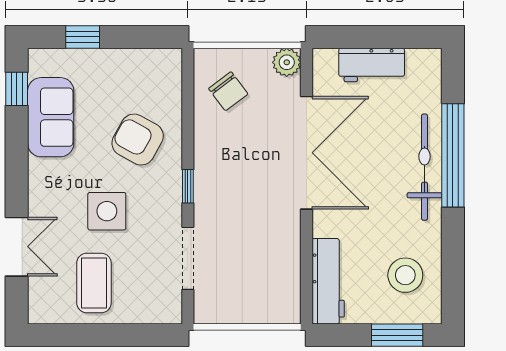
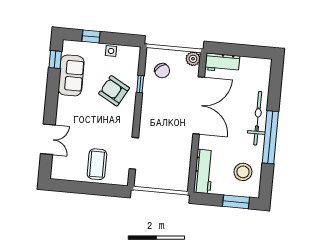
workbench: (372, 65) -> (222, 63), moved
window: (453, 155) -> (270, 137), moved
window: (188, 186) -> (140, 84), moved
side table: (107, 211) -> (111, 51), moved, width x0.54, depth x0.54
coffee table: (94, 283) -> (97, 164), moved

